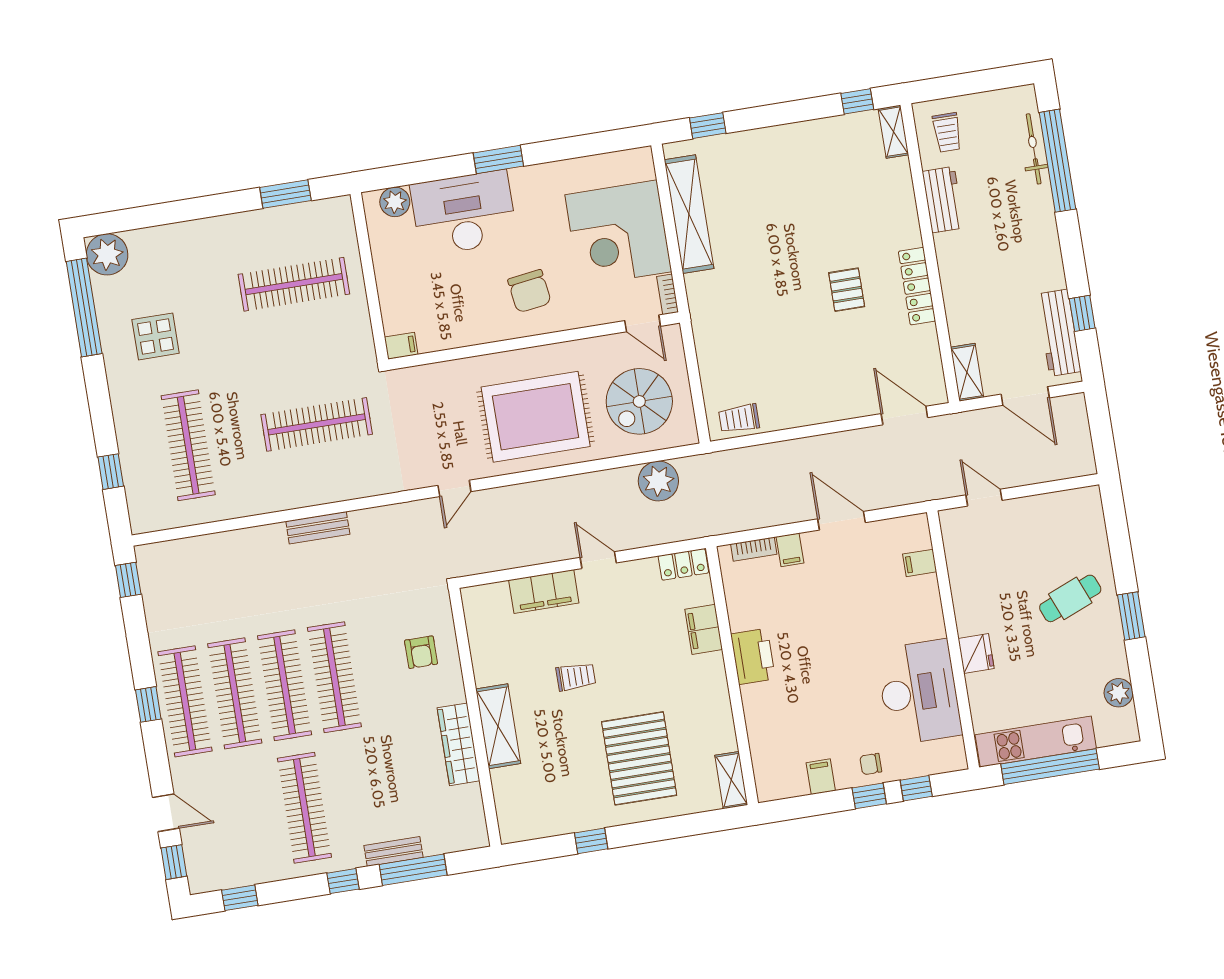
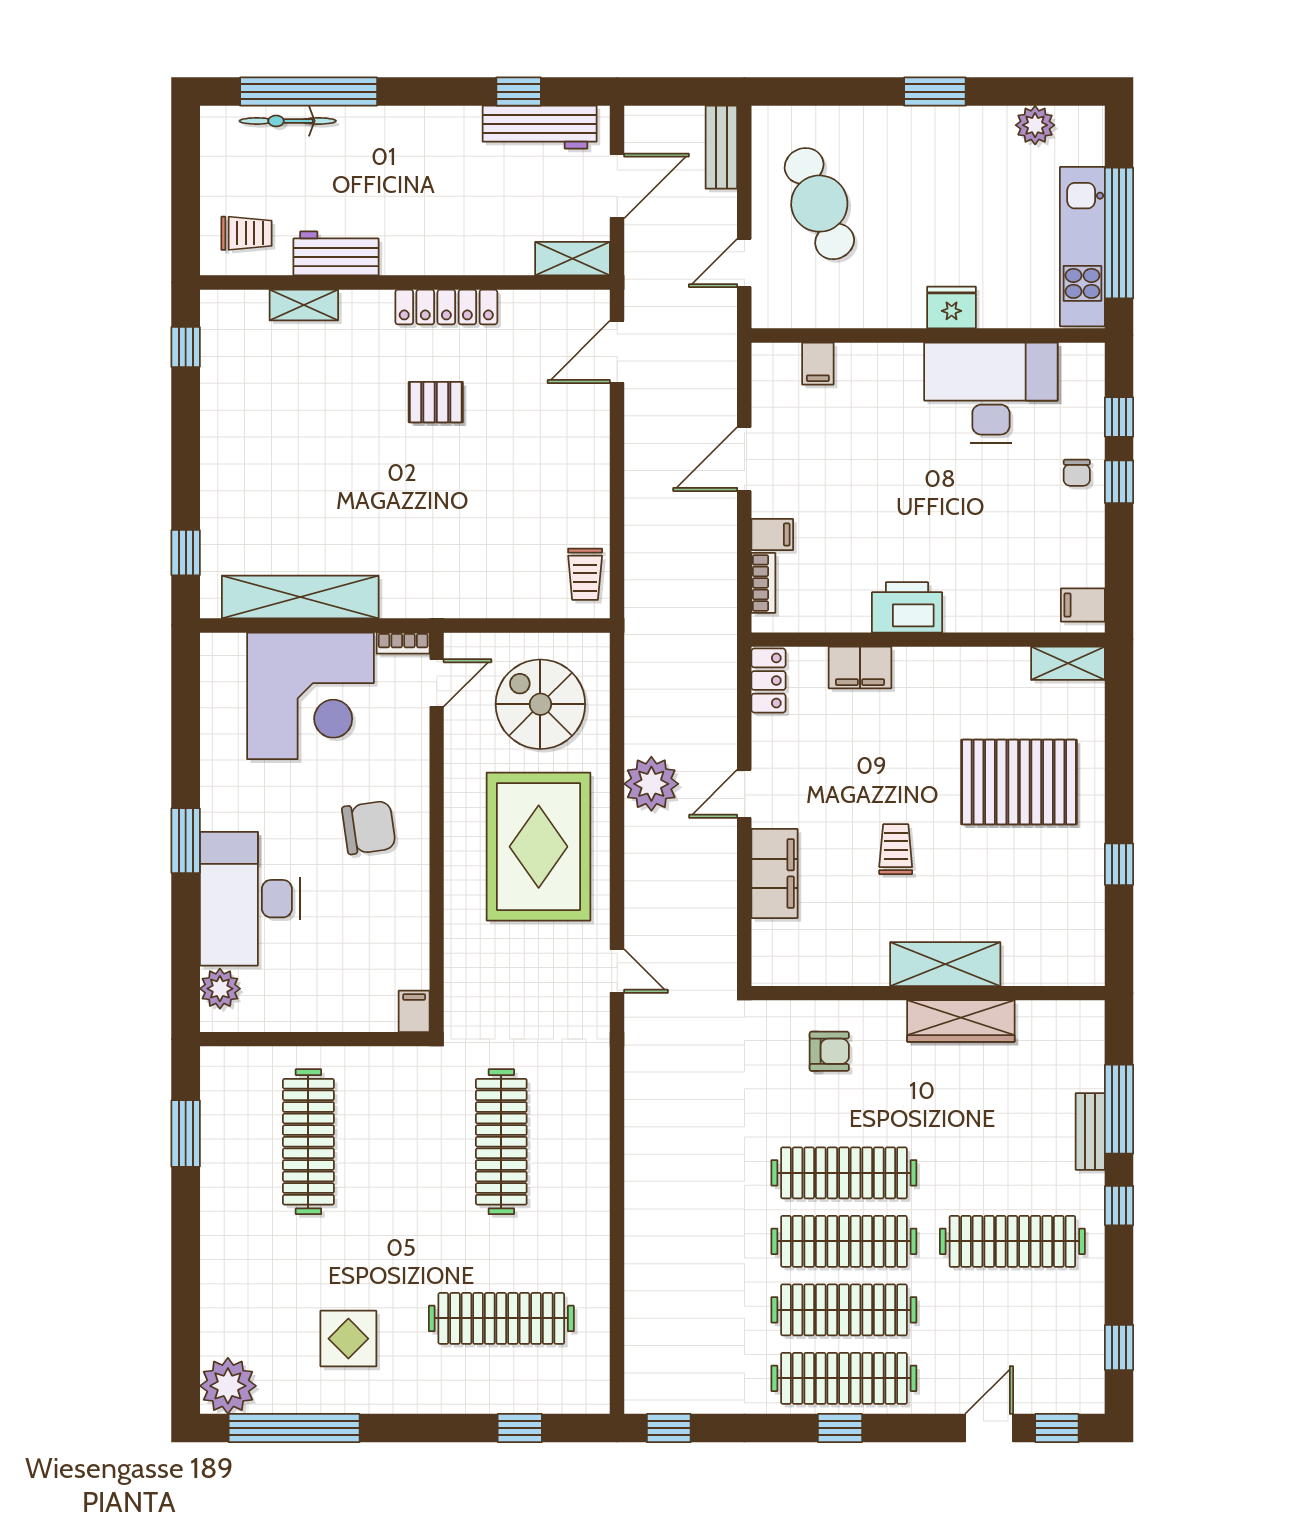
shelving: (893, 132) -> (304, 305), moved
spiral stairs: (639, 401) -> (540, 704), turned 180
plant: (658, 481) -> (651, 784), moved
bench: (318, 528) -> (721, 147), moved
cafe table: (1070, 598) -> (819, 204), moved, width x1.37, depth x1.35
filing cabinet: (821, 777) -> (1083, 605), moved

